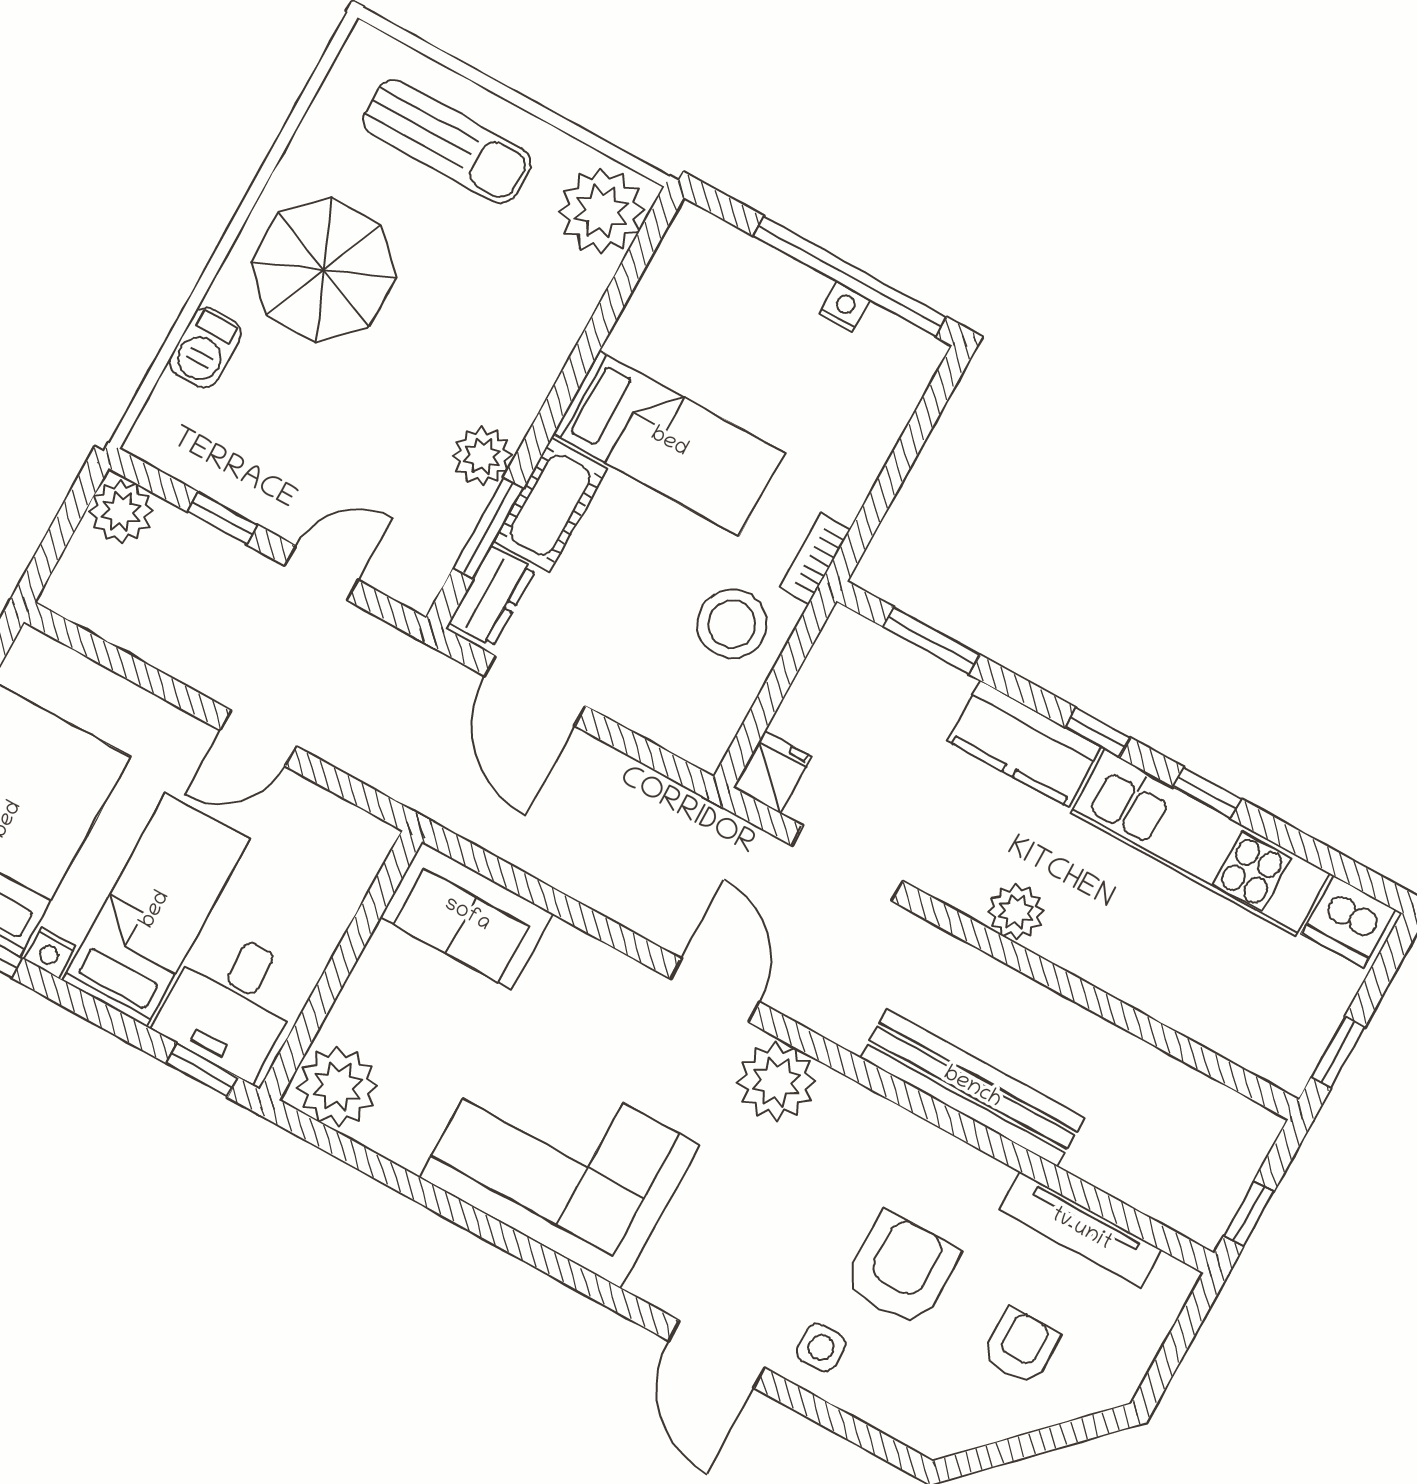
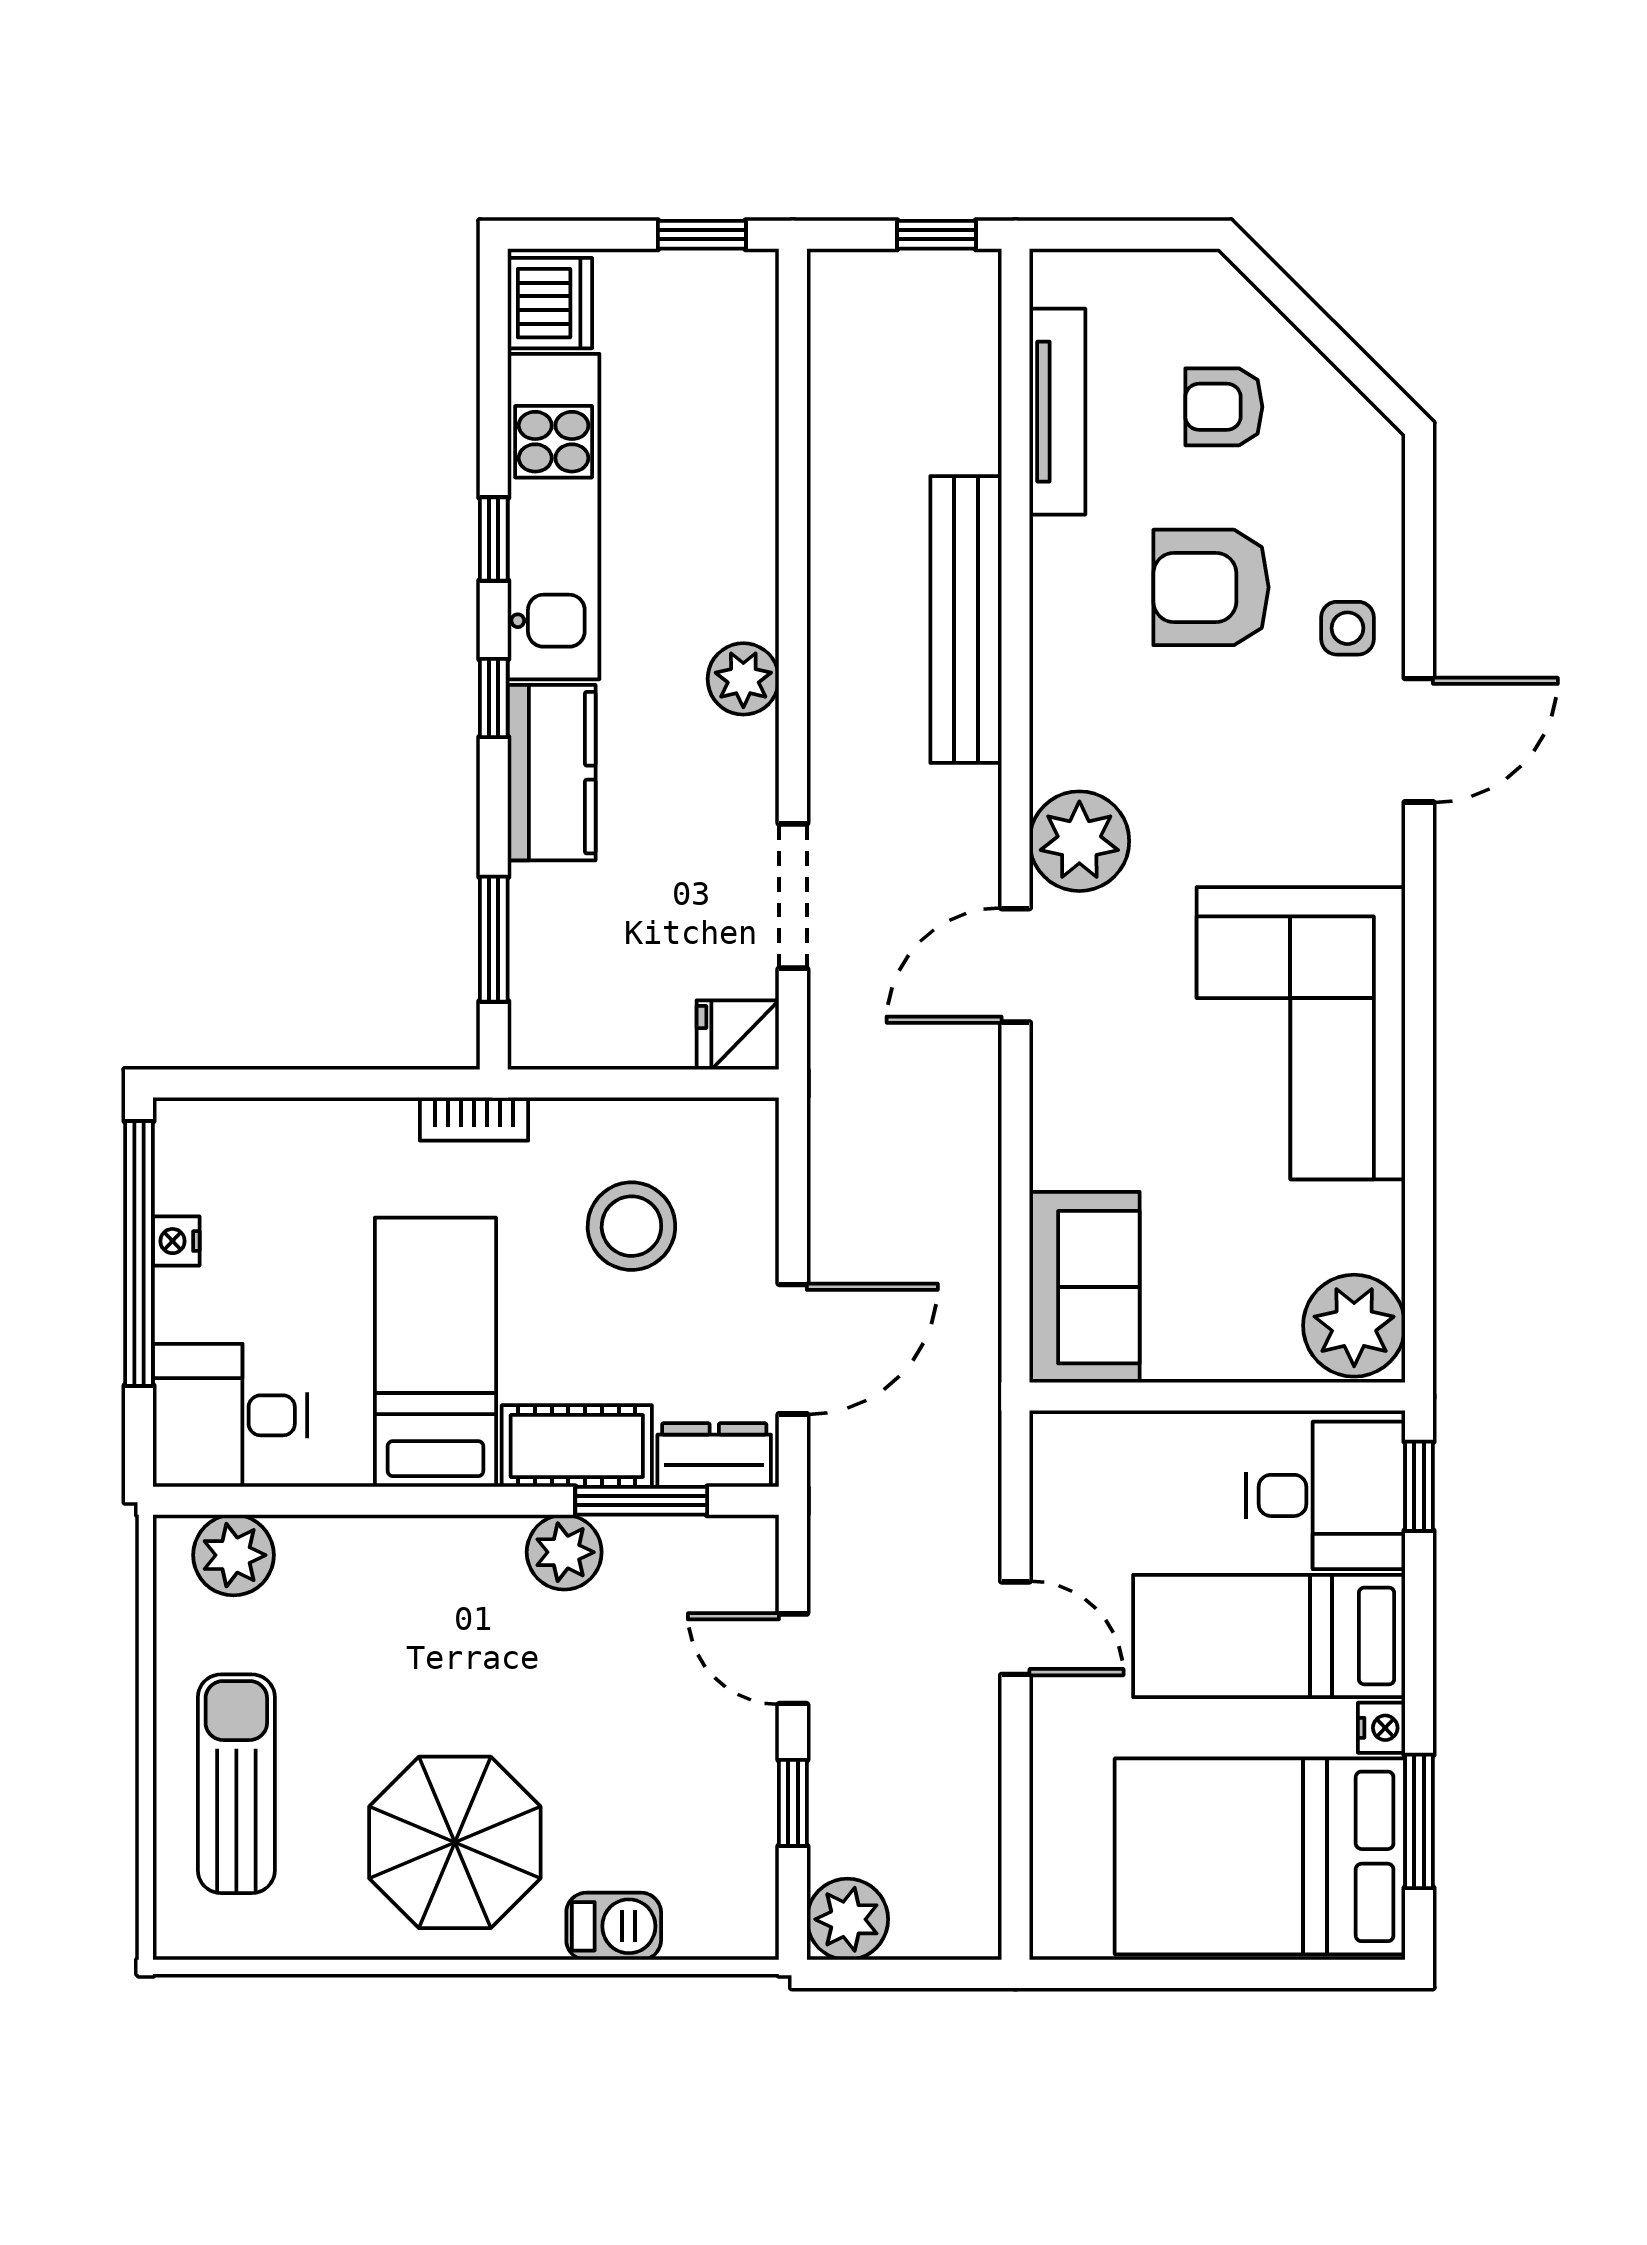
plant: (601, 211) -> (234, 1555), width x0.73, depth x0.73
desk: (704, 278) -> (230, 1415), added
stool: (732, 624) -> (631, 1226), moved

